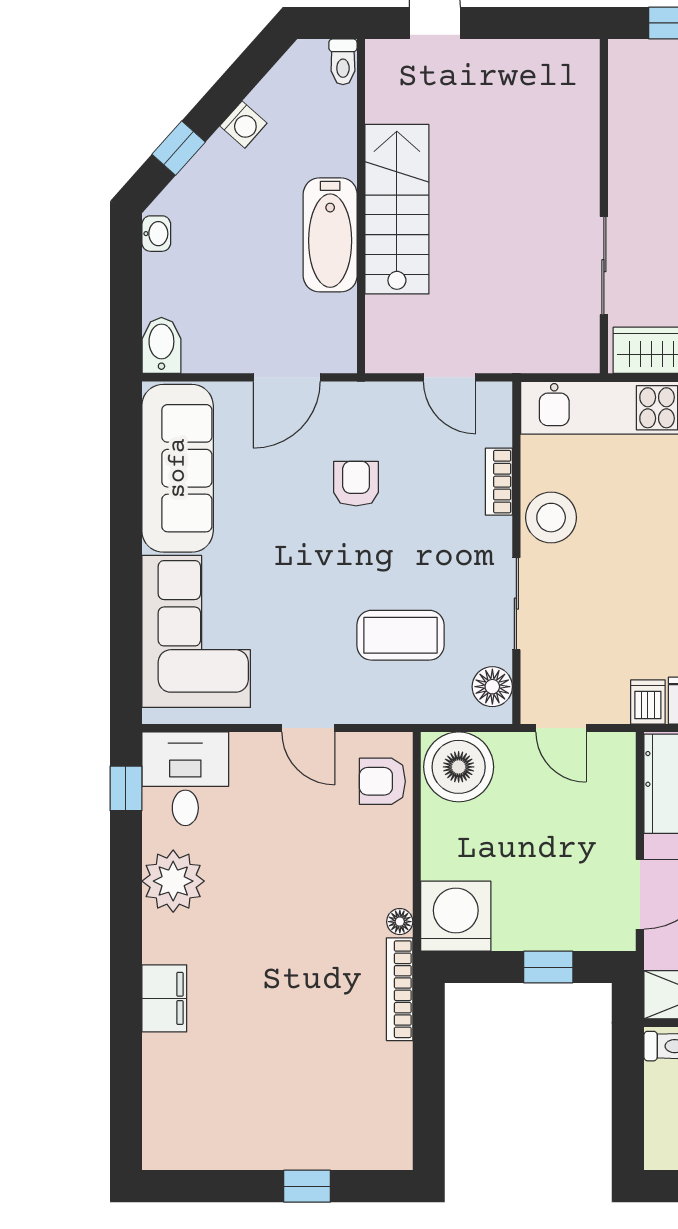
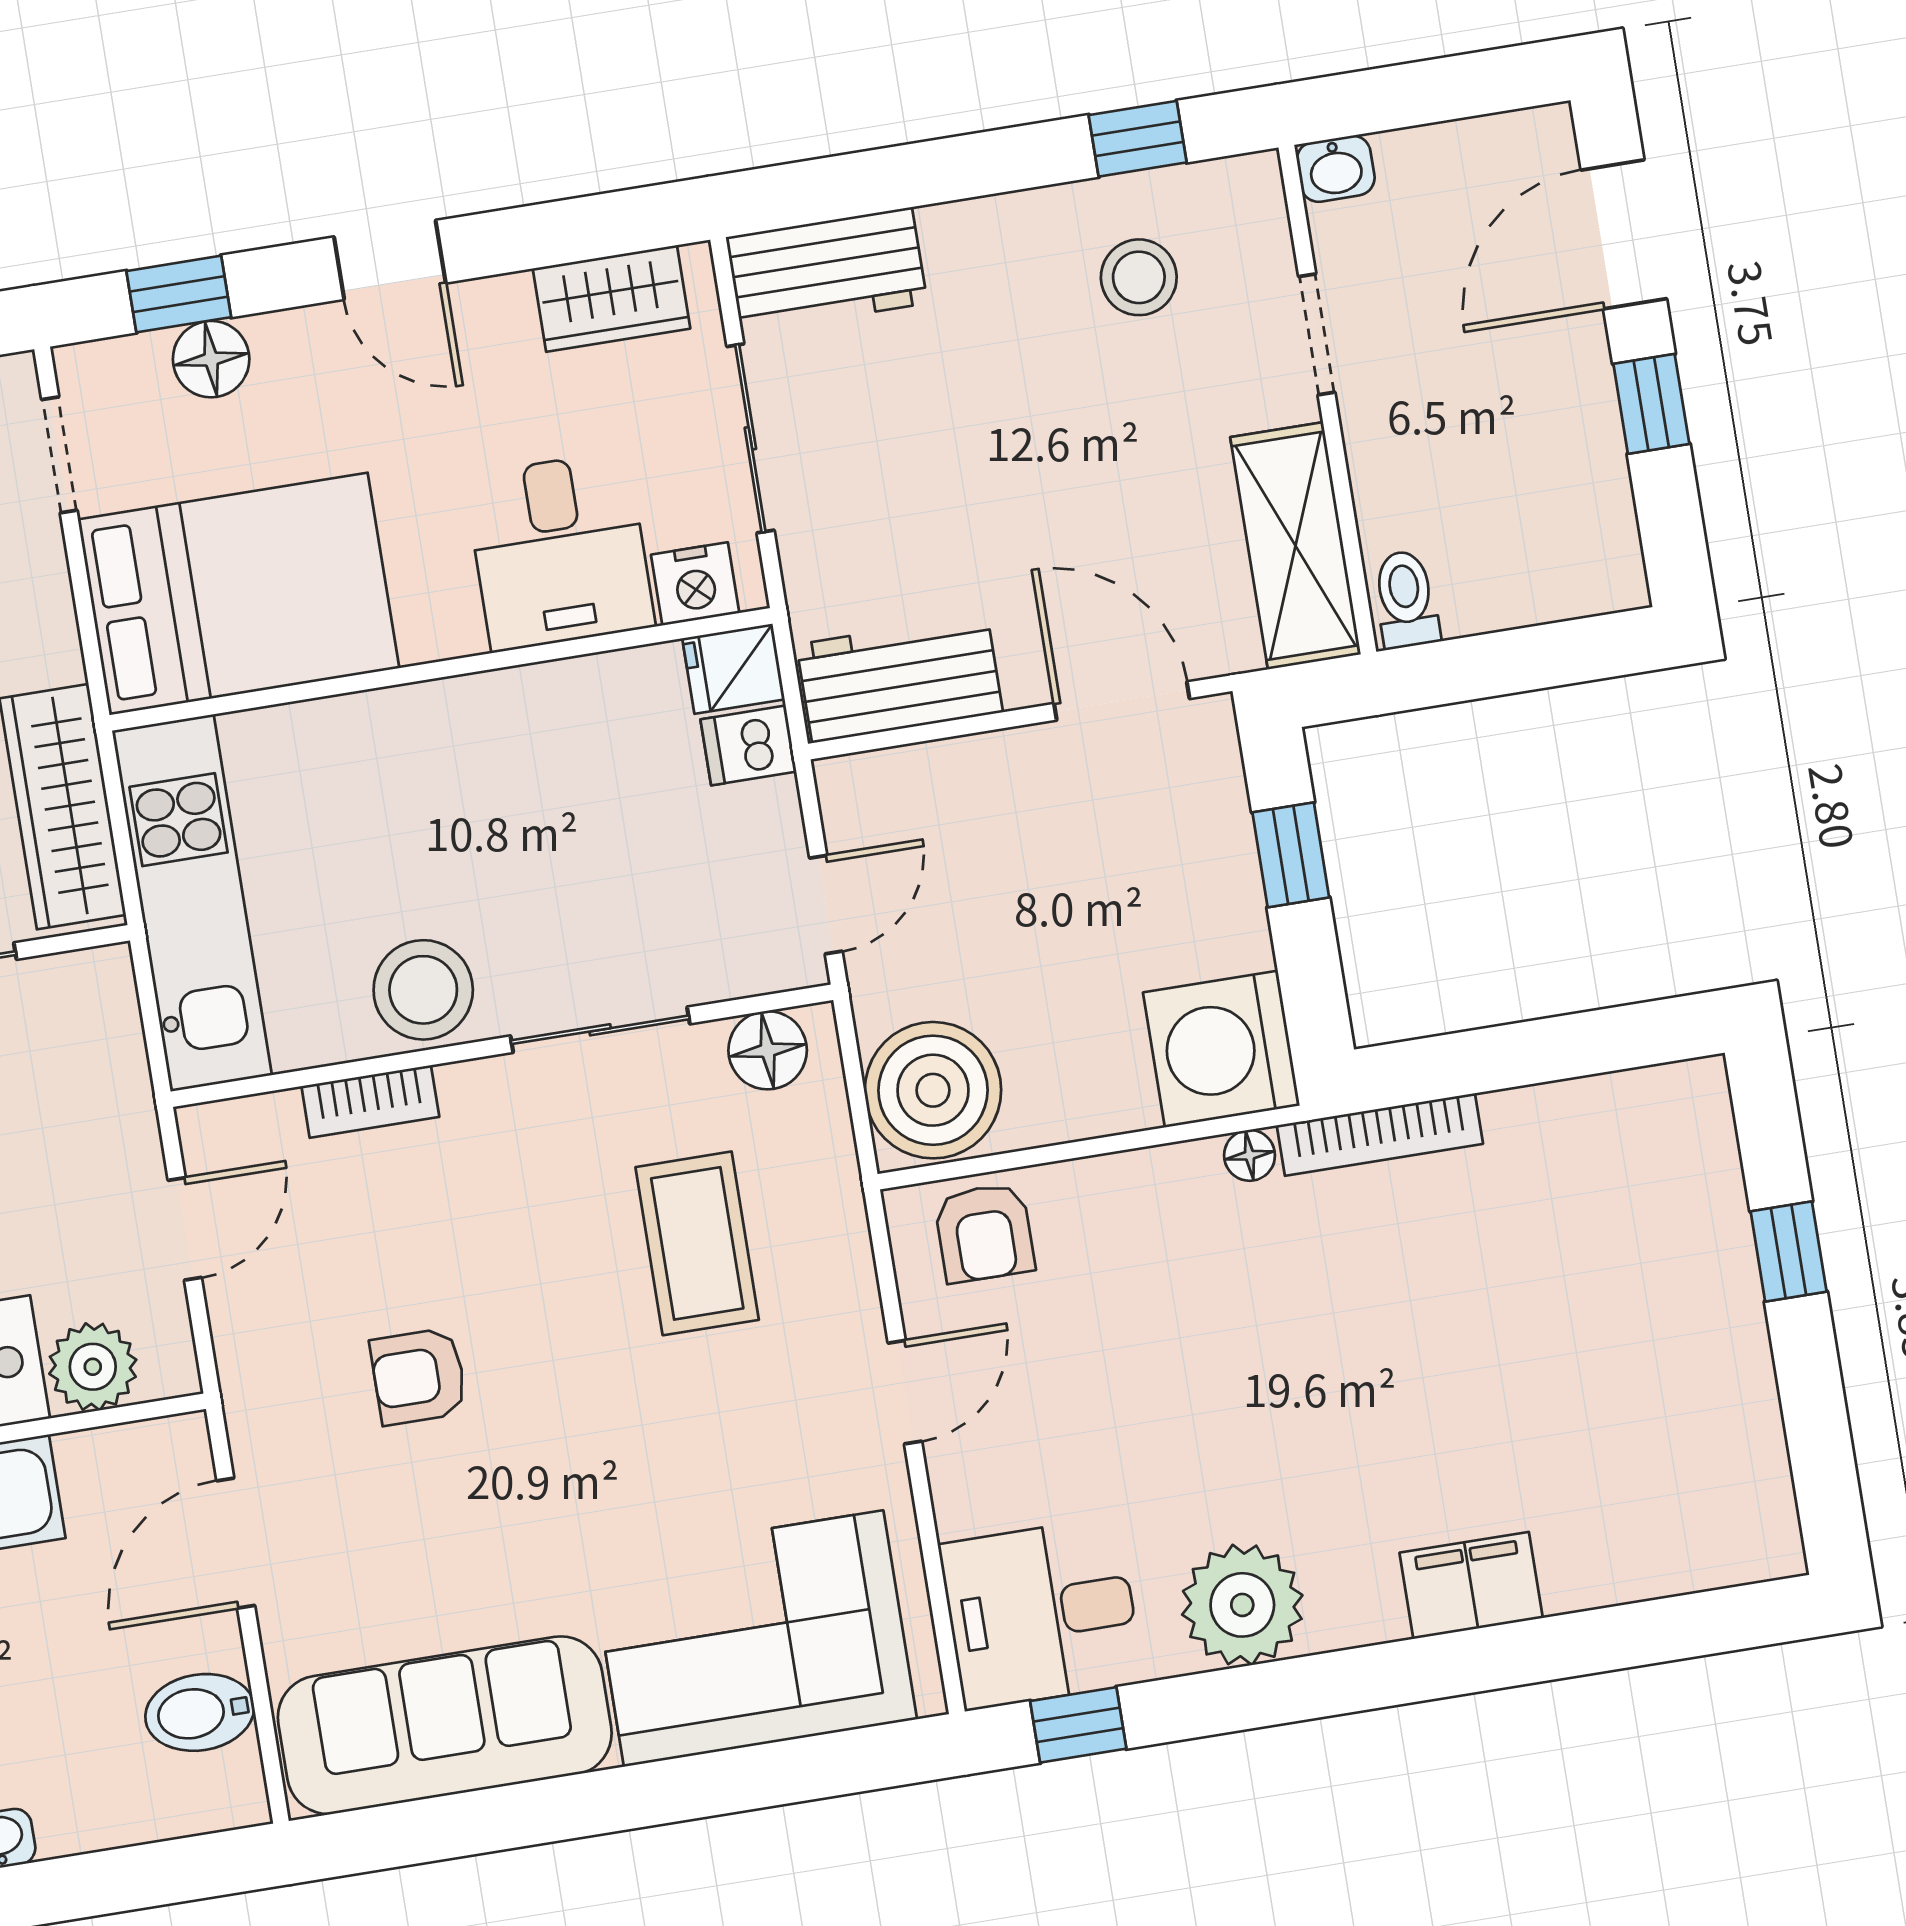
plant: (388, 320) -> (93, 1367), added
bidet: (161, 345) -> (200, 1712), moved
door: (287, 377) -> (236, 1543), swing flipped

